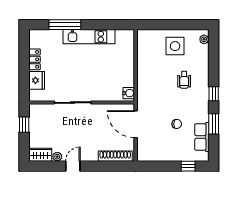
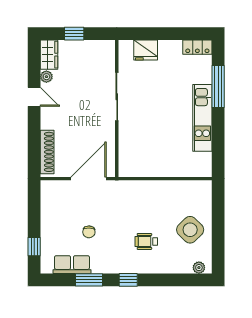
side table: (175, 46) -> (190, 230), turned 45
locker: (35, 59) -> (197, 47), moved
water cooler: (129, 93) -> (129, 170), removed
window: (24, 125) -> (74, 34), moved

